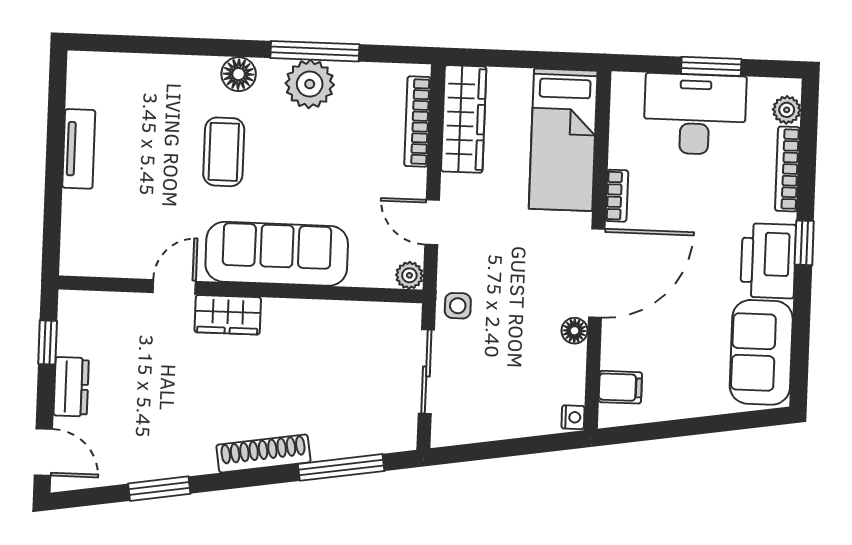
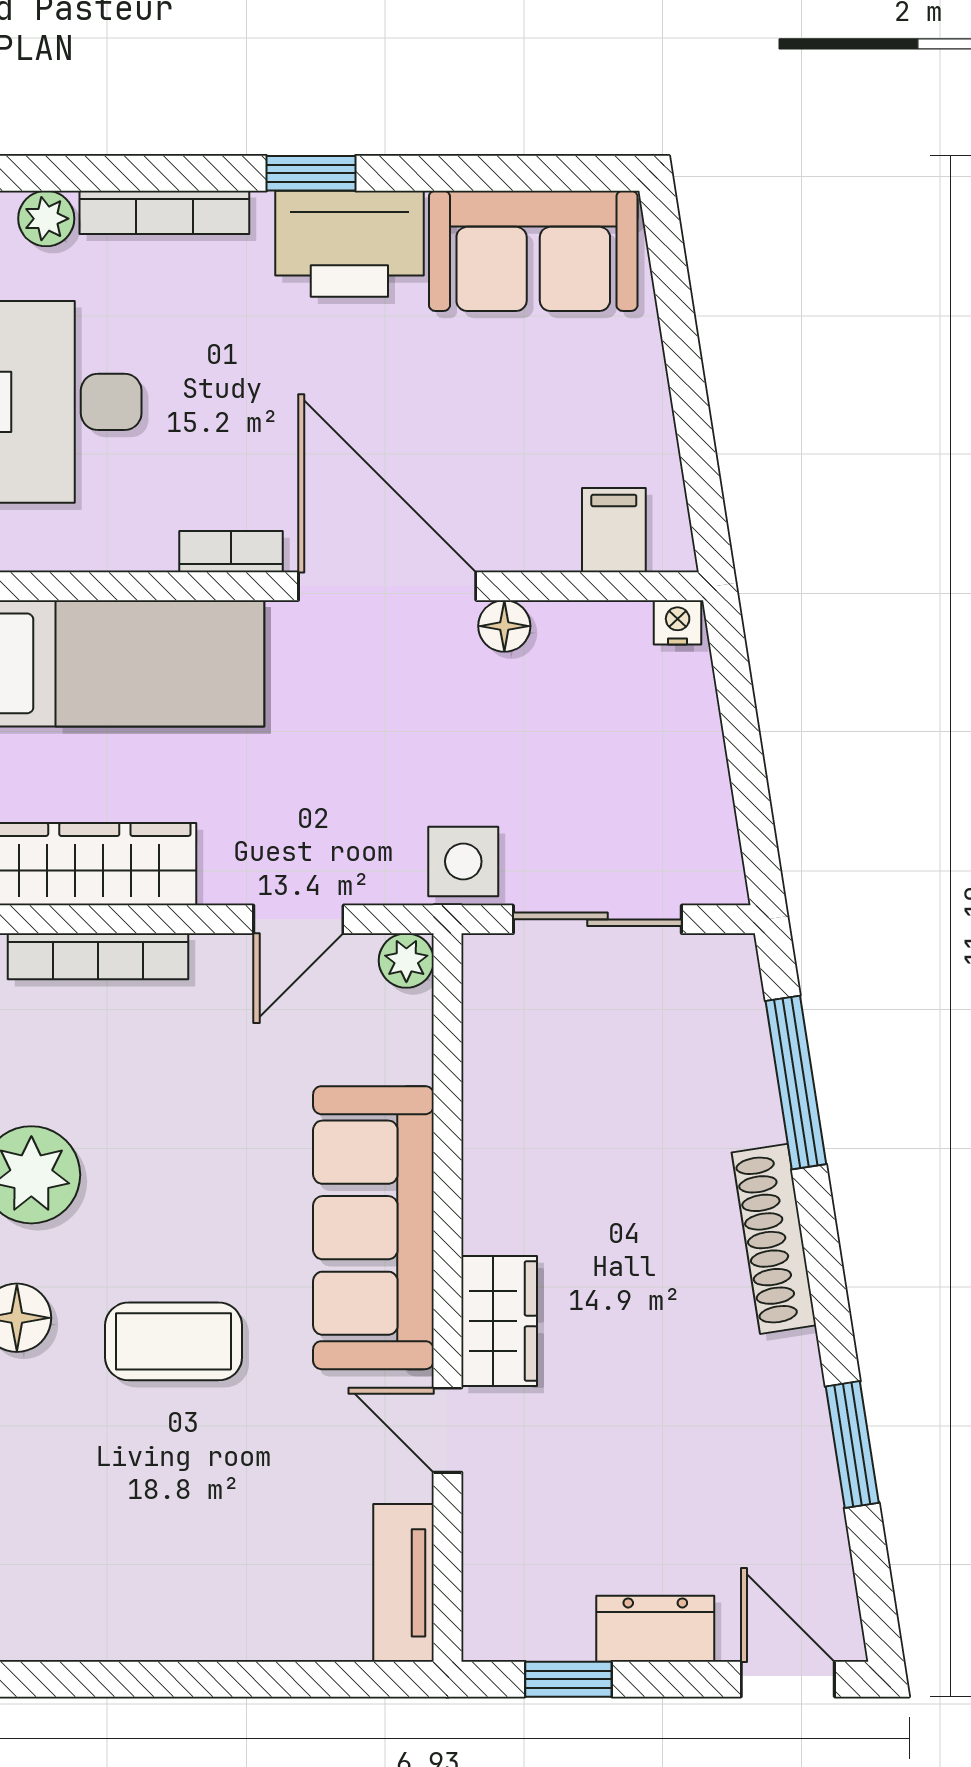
tv unit: (79, 149) -> (403, 1583), moved, turned -90
side table: (458, 306) -> (463, 861), width x1.37, depth x1.37
door: (43, 452) -> (788, 1679), hinge flipped

